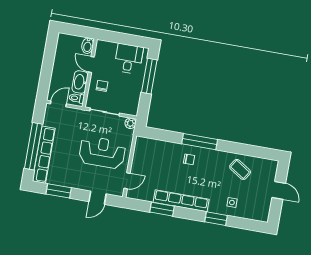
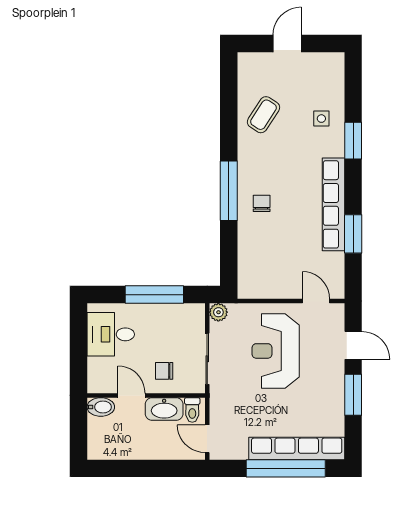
door: (91, 64) -> (131, 395), swing flipped
window: (149, 76) -> (154, 295), moved
window: (59, 191) -> (353, 395), moved

